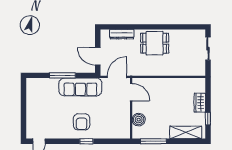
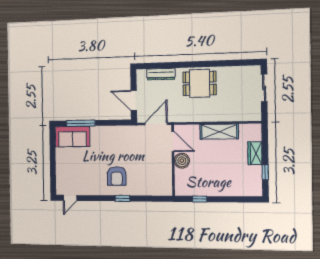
window: (62, 75) -> (81, 123), moved
sofa: (80, 87) -> (72, 137), moved, width x0.73
boiler: (139, 120) -> (182, 161), moved
shelving: (186, 132) -> (219, 132), moved
window: (153, 141) -> (200, 199), width x0.46

